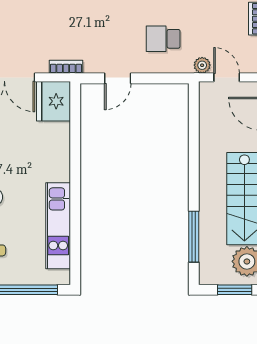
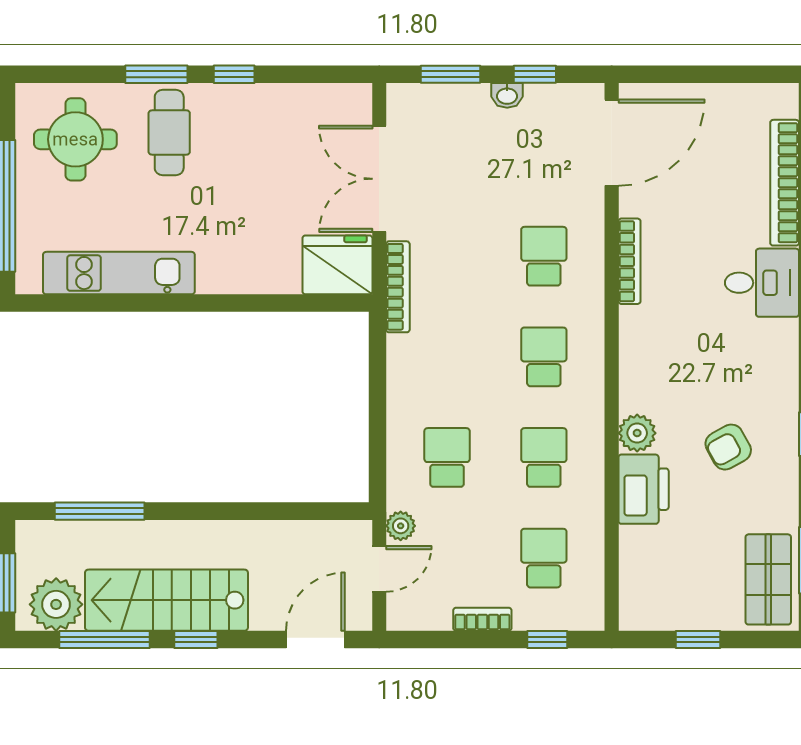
bookcase: (66, 67) -> (398, 287), width x1.56
door: (118, 78) -> (377, 378), removed

